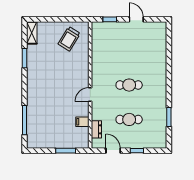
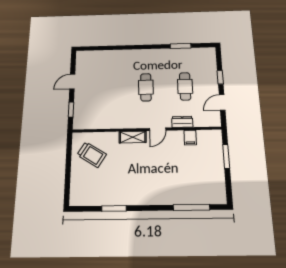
shelving: (32, 33) -> (133, 137), moved
door: (90, 95) -> (158, 129), hinge flipped
dresser: (96, 129) -> (182, 122), moved

